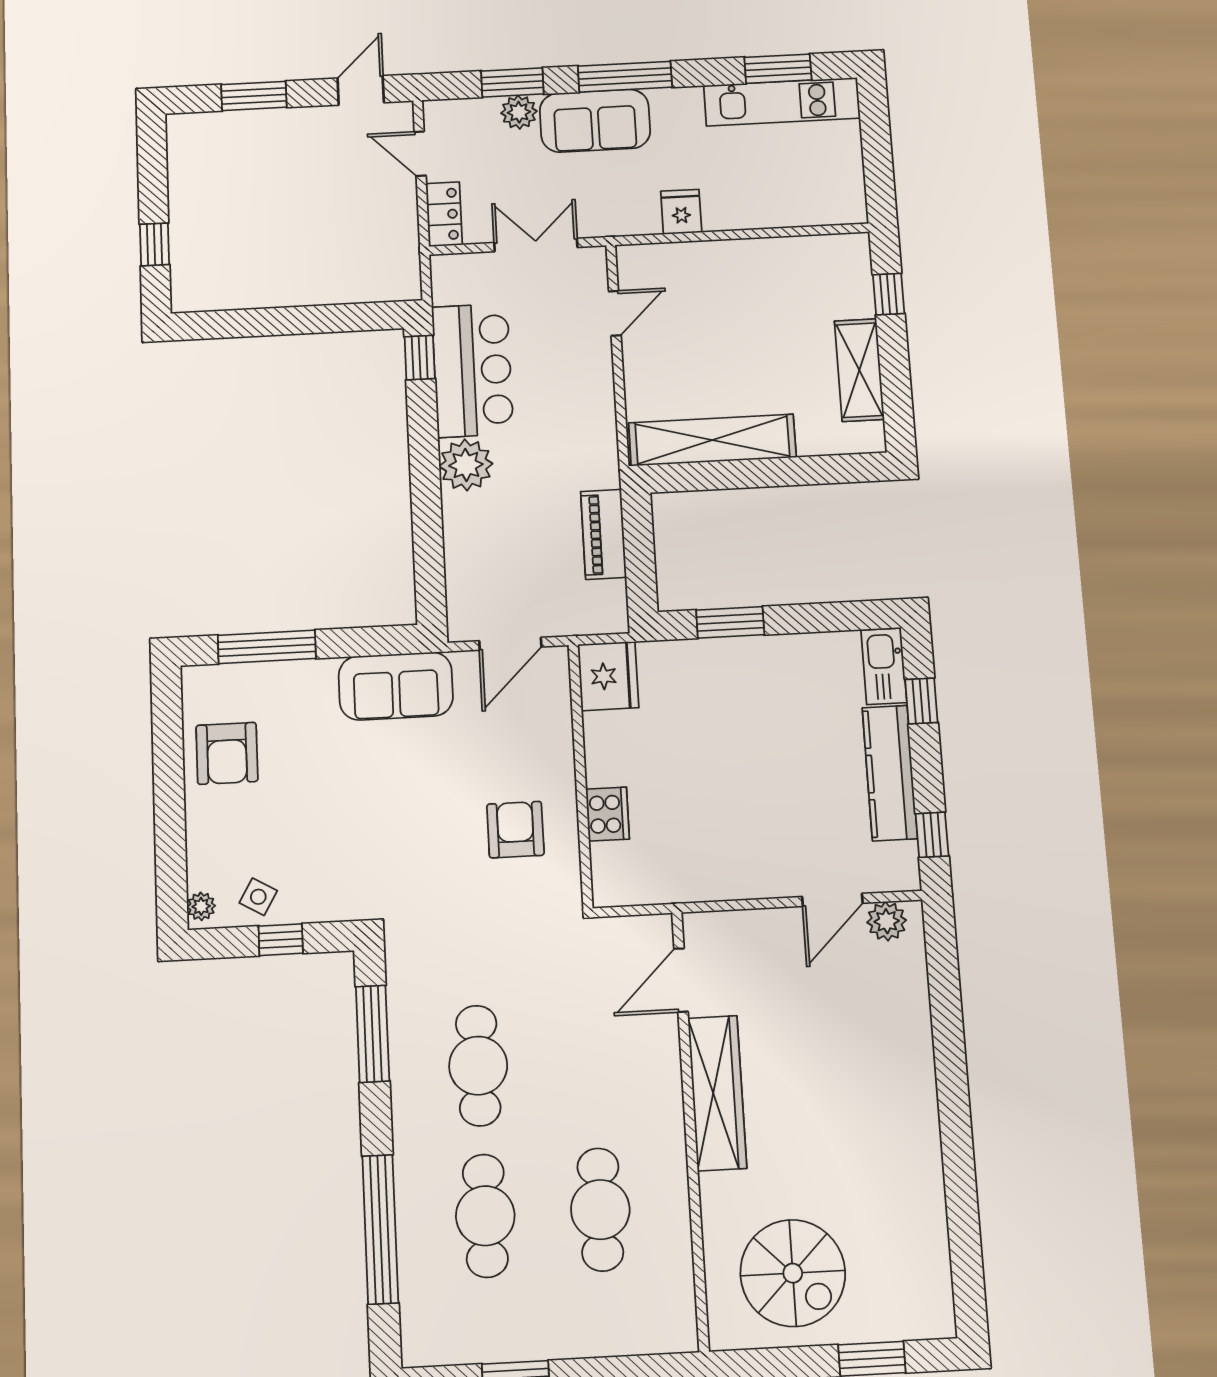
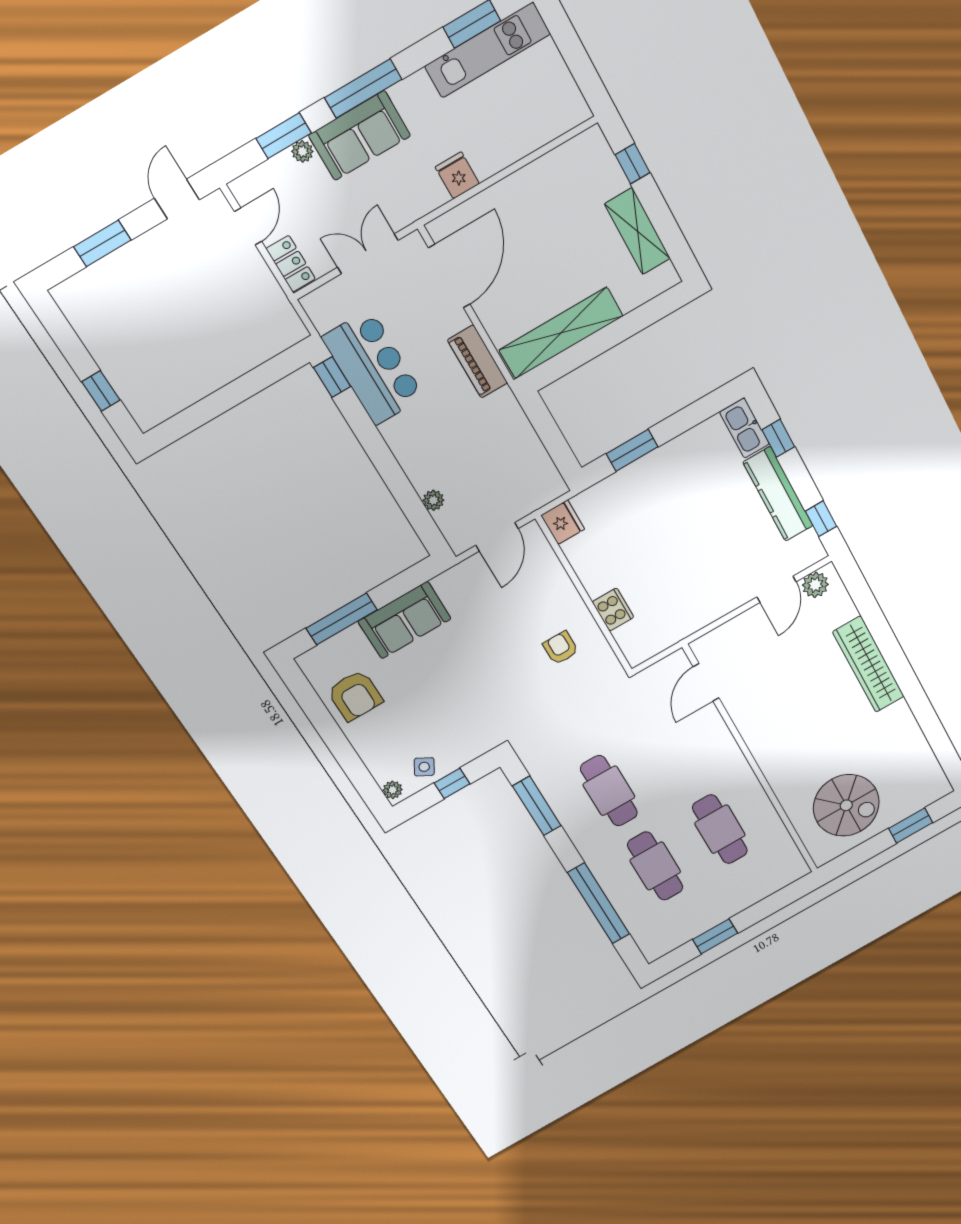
plant: (519, 112) -> (302, 151), width x0.73, depth x0.73
door: (420, 154) -> (248, 226), swing flipped
door: (615, 313) -> (449, 276), width x1.88
plant: (466, 465) -> (433, 500), moved, width x0.53, depth x0.53
piano: (603, 534) -> (477, 362), moved
fridge: (608, 676) -> (563, 522), width x0.73, depth x0.75
sofa: (396, 686) -> (405, 620), moved
armchair: (515, 830) -> (561, 648), width x0.72, depth x0.72
wardrobe: (717, 1093) -> (868, 664), moved, turned 180

